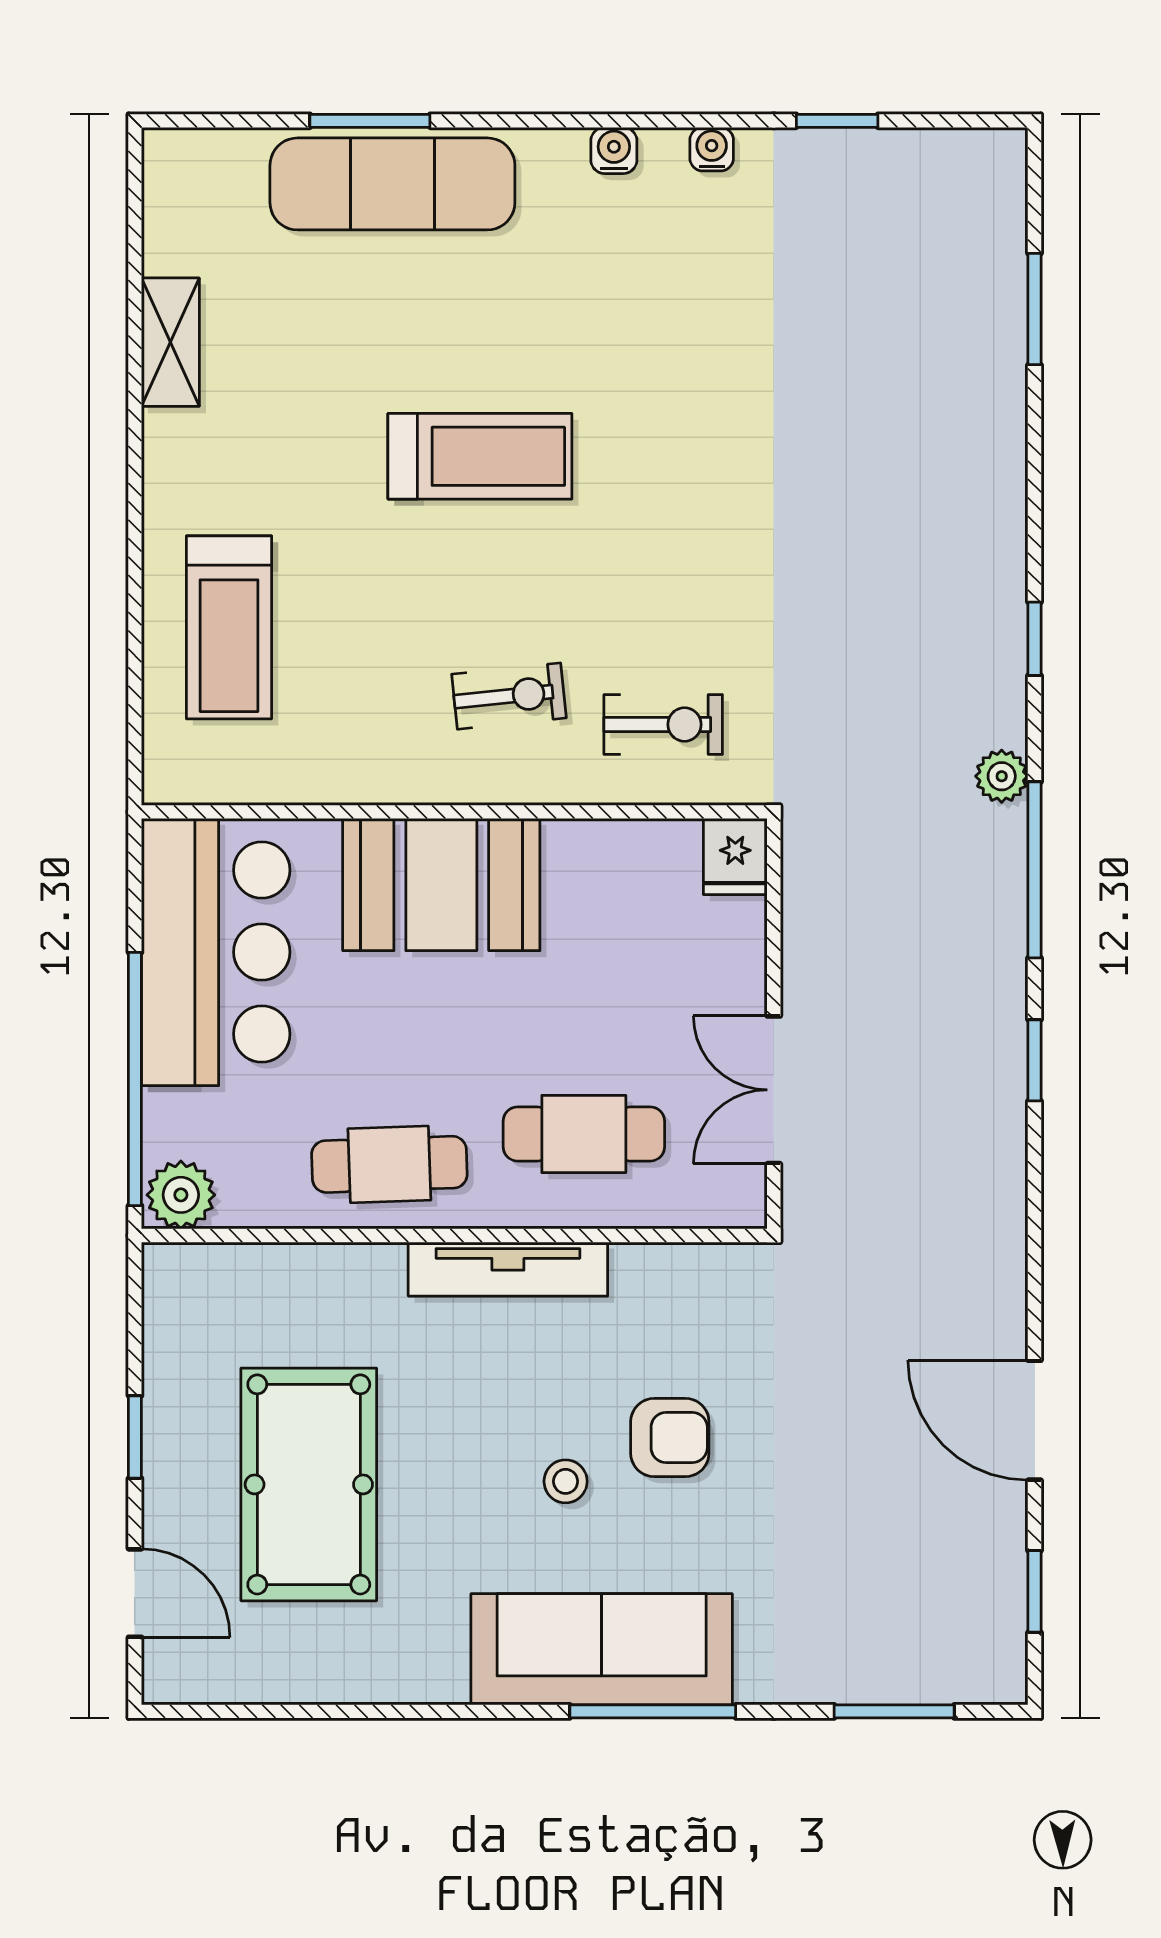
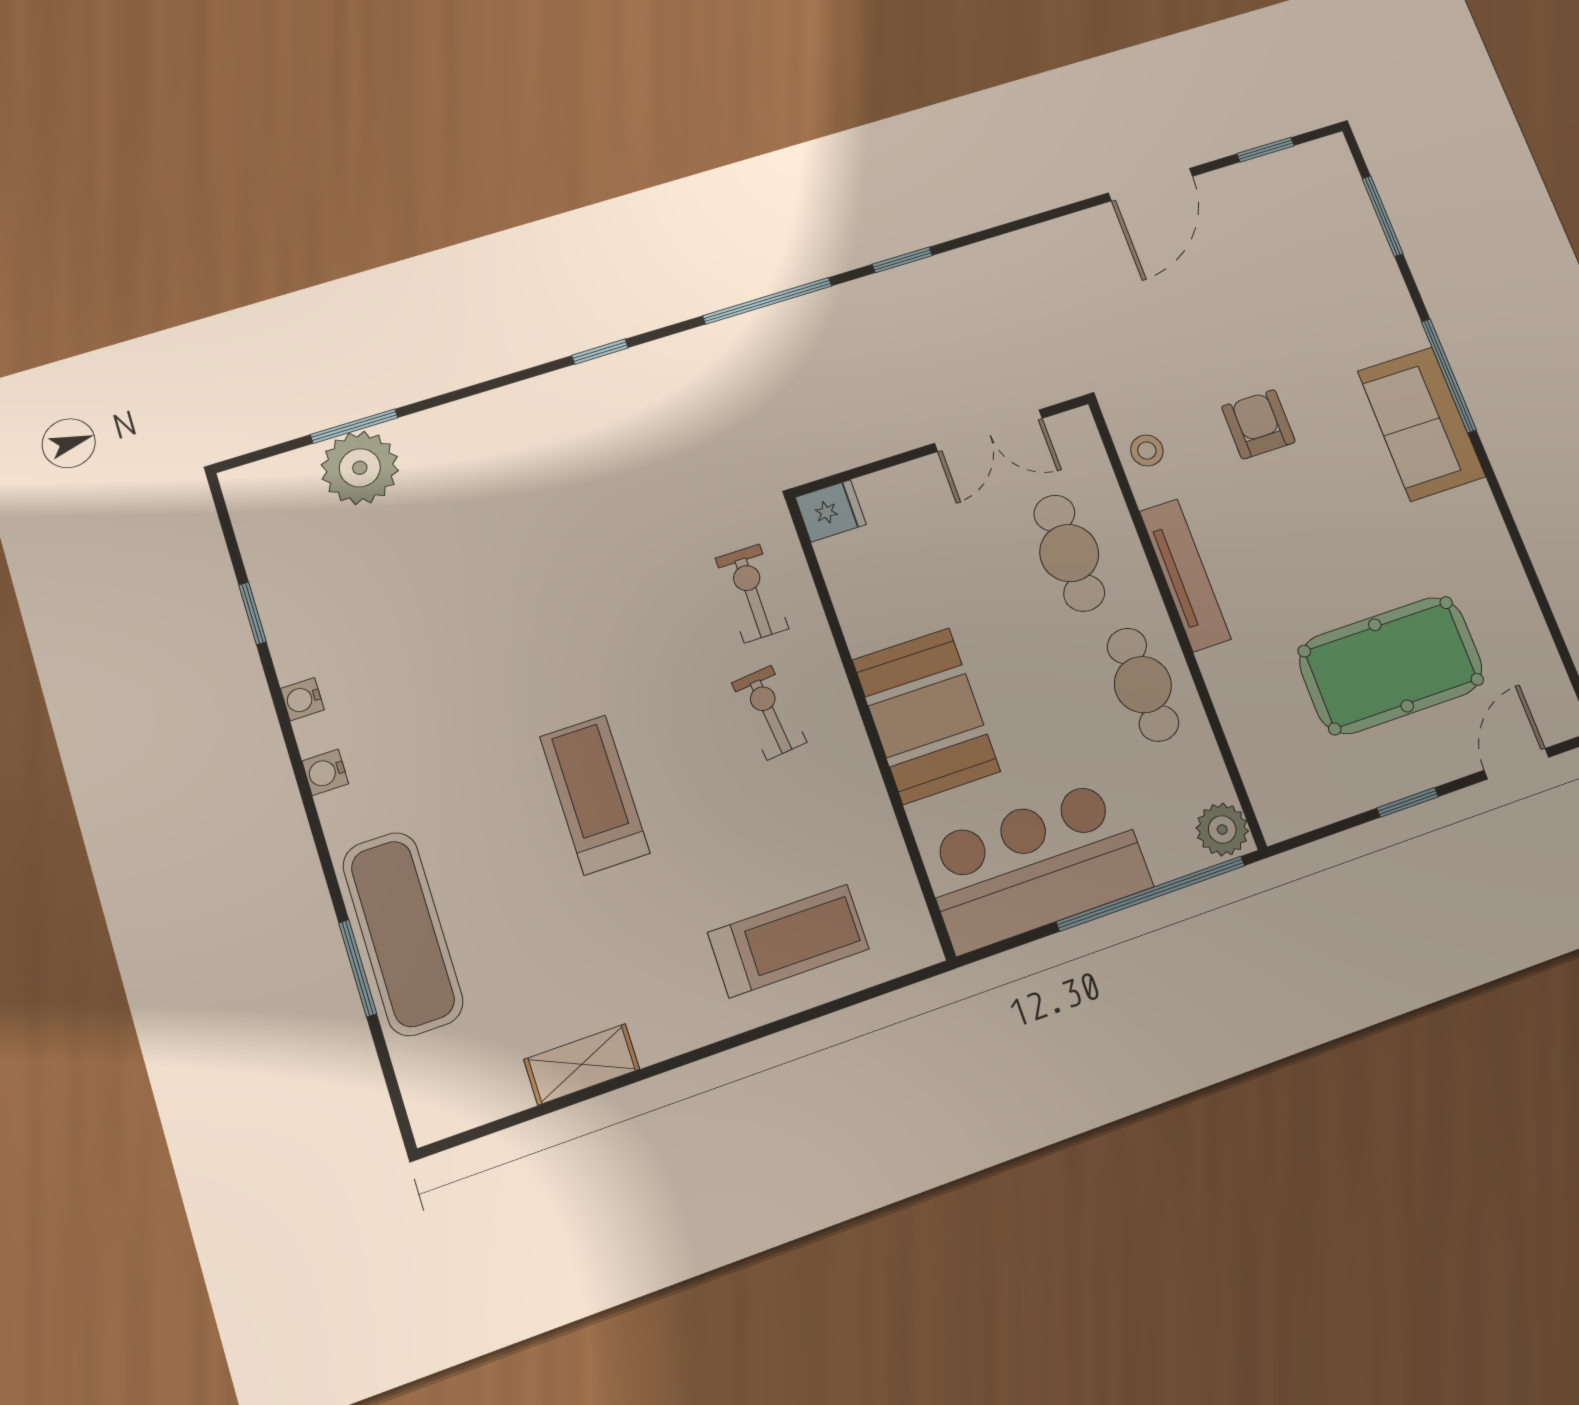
plant: (1002, 776) -> (360, 468), moved, width x1.87, depth x1.87
stool: (566, 1481) -> (1147, 451), moved
sofa: (602, 1649) -> (1421, 424), width x0.73

